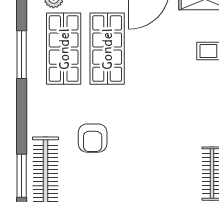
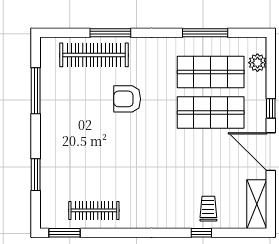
window: (22, 176) -> (110, 33), moved

